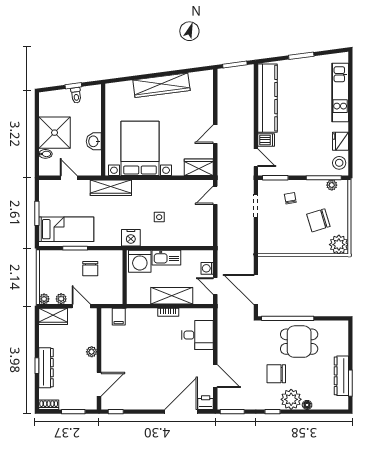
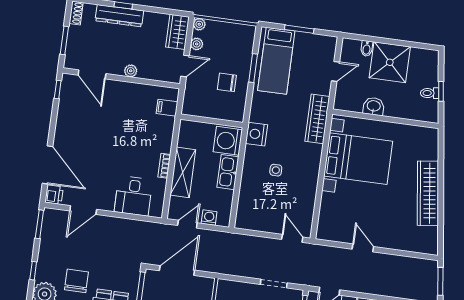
wardrobe: (199, 167) -> (327, 224), removed

